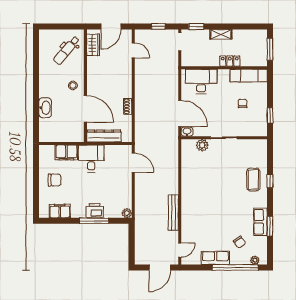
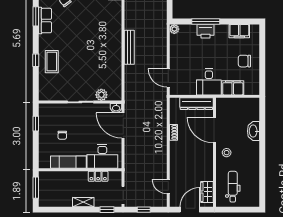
dental chair: (67, 50) -> (233, 187), turned -40
locker: (230, 61) -> (98, 176), moved
exam couch: (249, 76) -> (68, 162), moved
bench: (173, 213) -> (129, 47), moved

